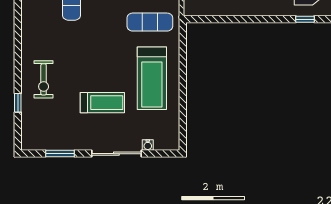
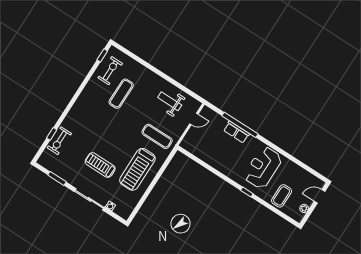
exercise bike: (44, 79) -> (59, 141), moved
treadmill: (102, 103) -> (100, 165), turned 180

